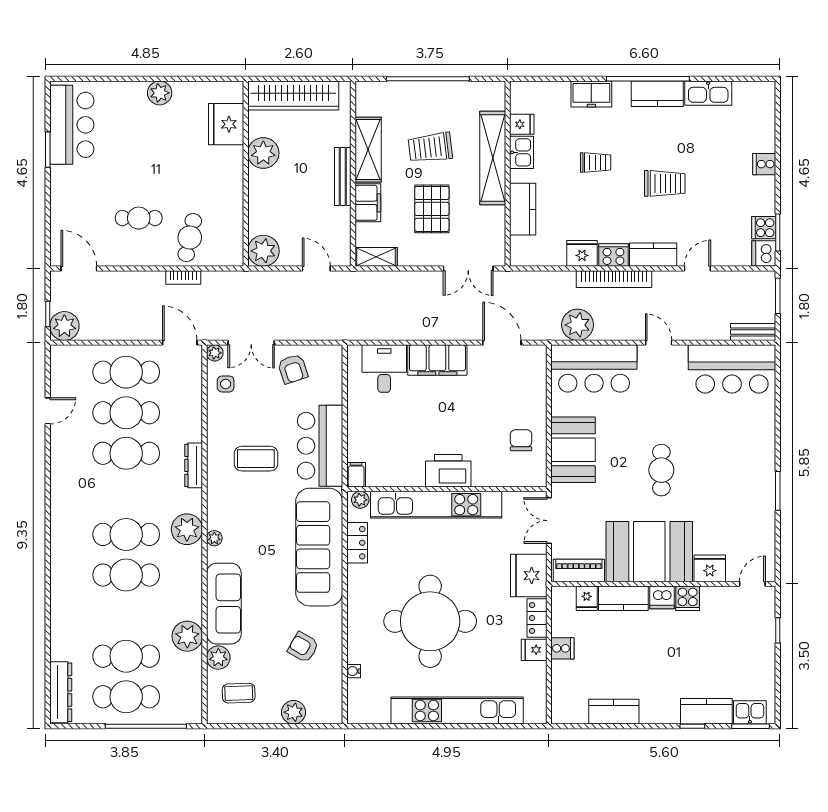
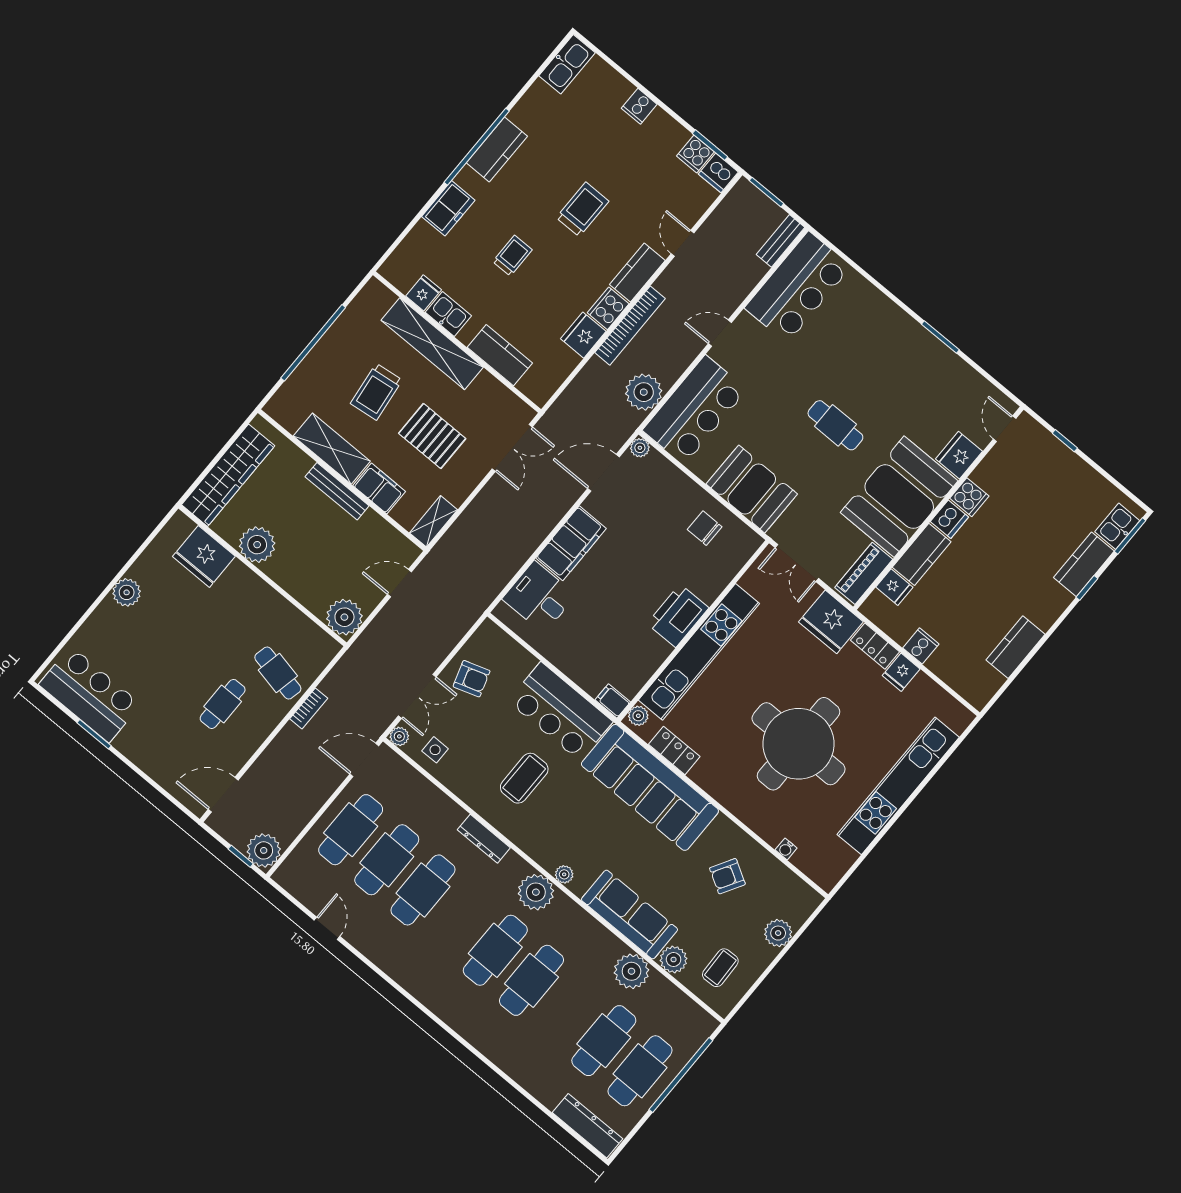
kitchen sink: (708, 93) -> (567, 64), moved
plant: (539, 353) -> (640, 448), added

